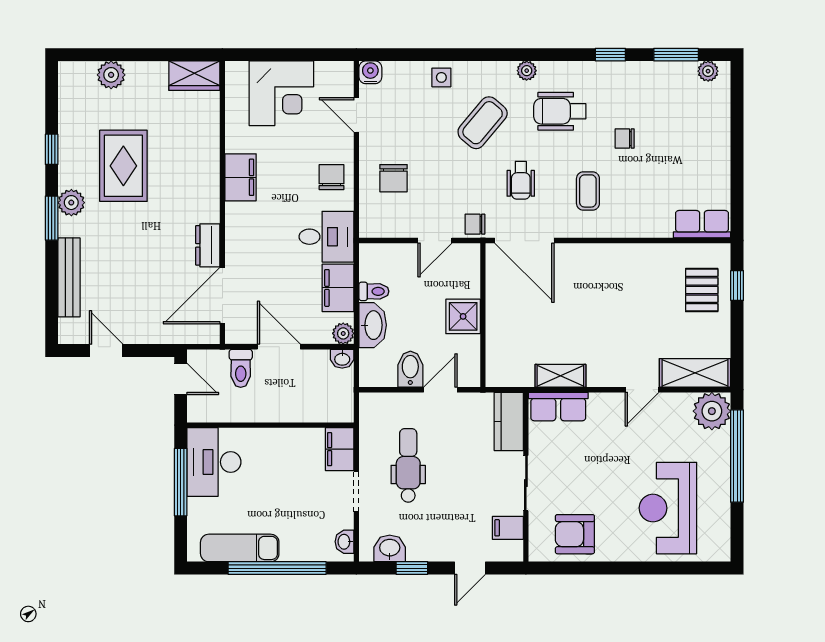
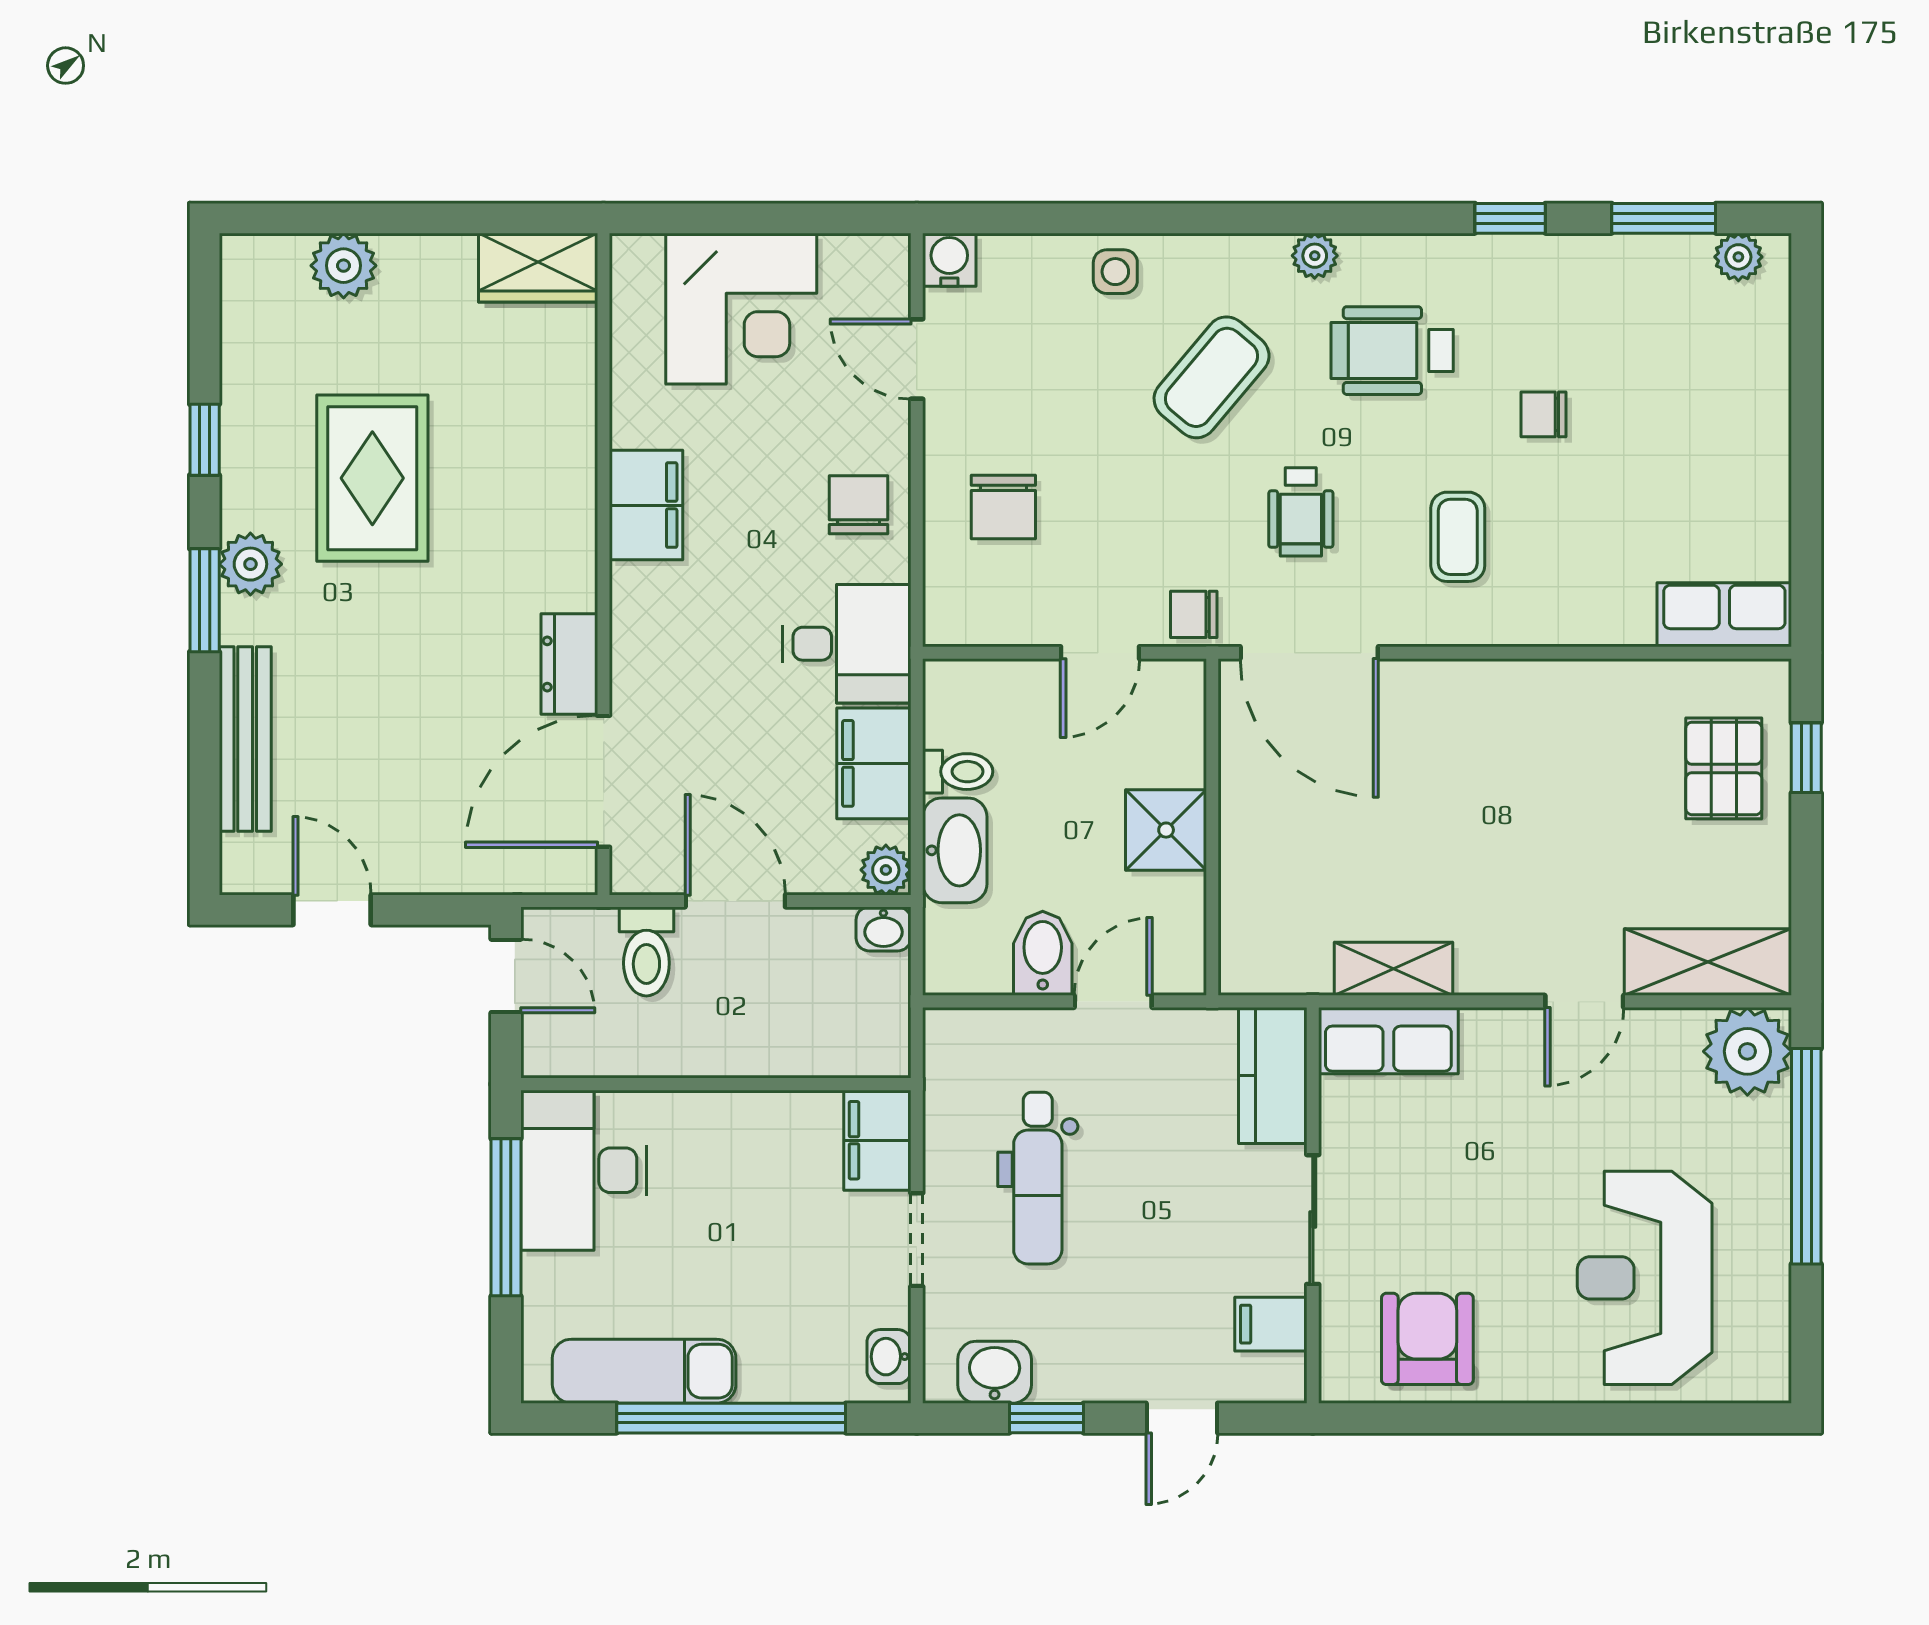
dental chair: (408, 465) -> (1038, 1178), turned 180
armchair: (575, 534) -> (1427, 1339), turned 90

